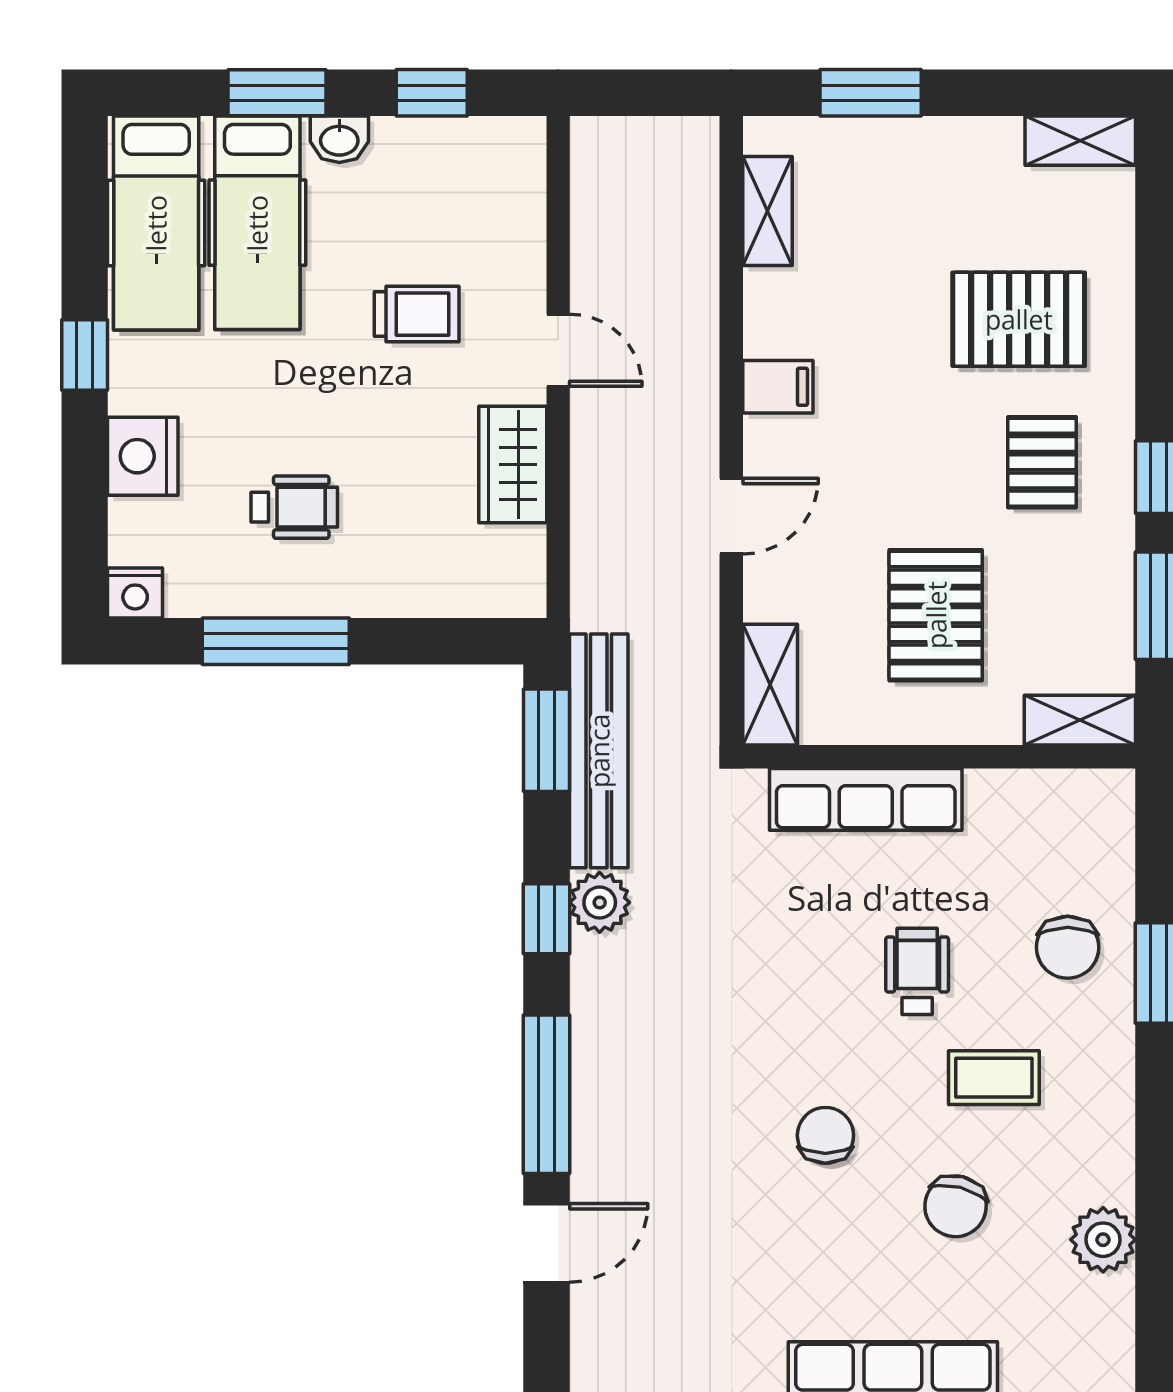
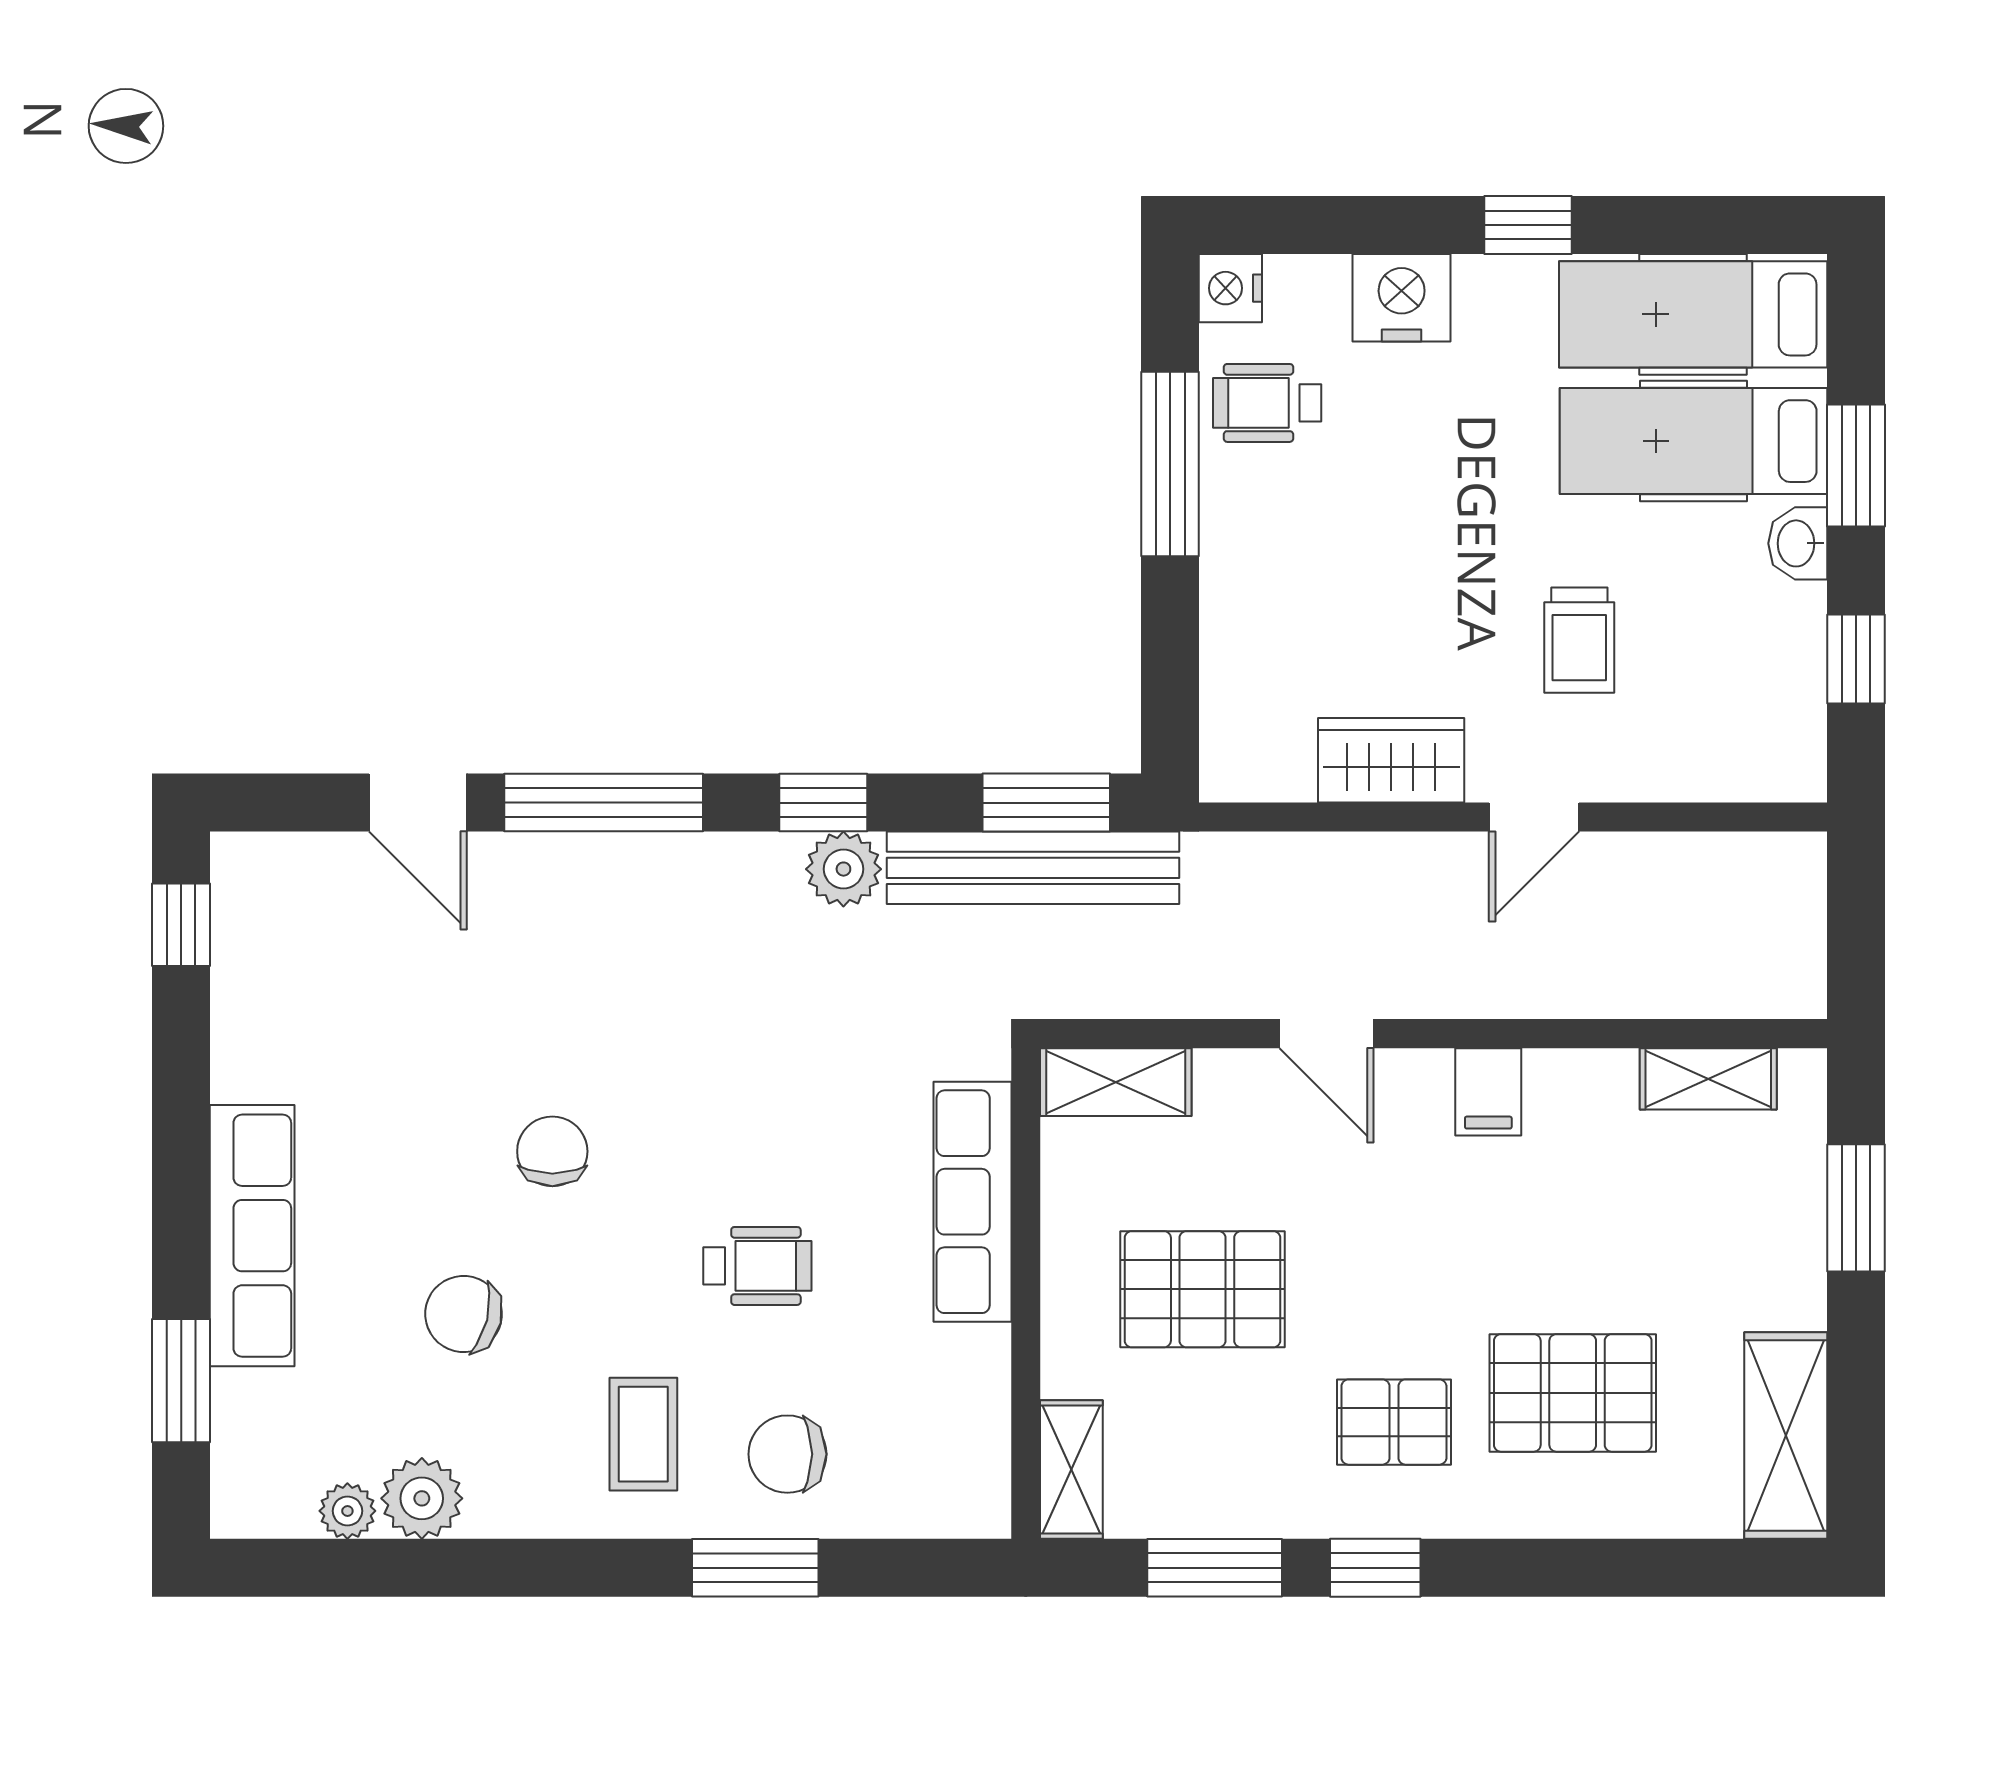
shelving: (1080, 141) -> (1786, 1436), width x1.50, depth x1.33
pallet: (1019, 319) -> (1573, 1393), turned 90
wheelchair: (294, 507) -> (1267, 403), moved, turned 90
coffee table: (994, 1078) -> (643, 1434), moved
chair: (825, 1135) -> (552, 1151), turned -90
plant: (1113, 1299) -> (347, 1511), added

